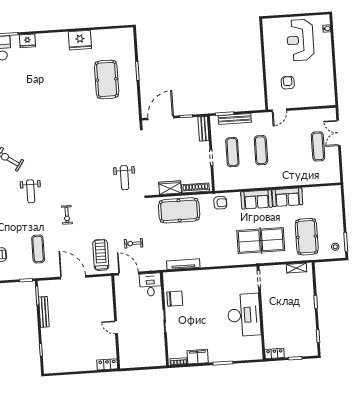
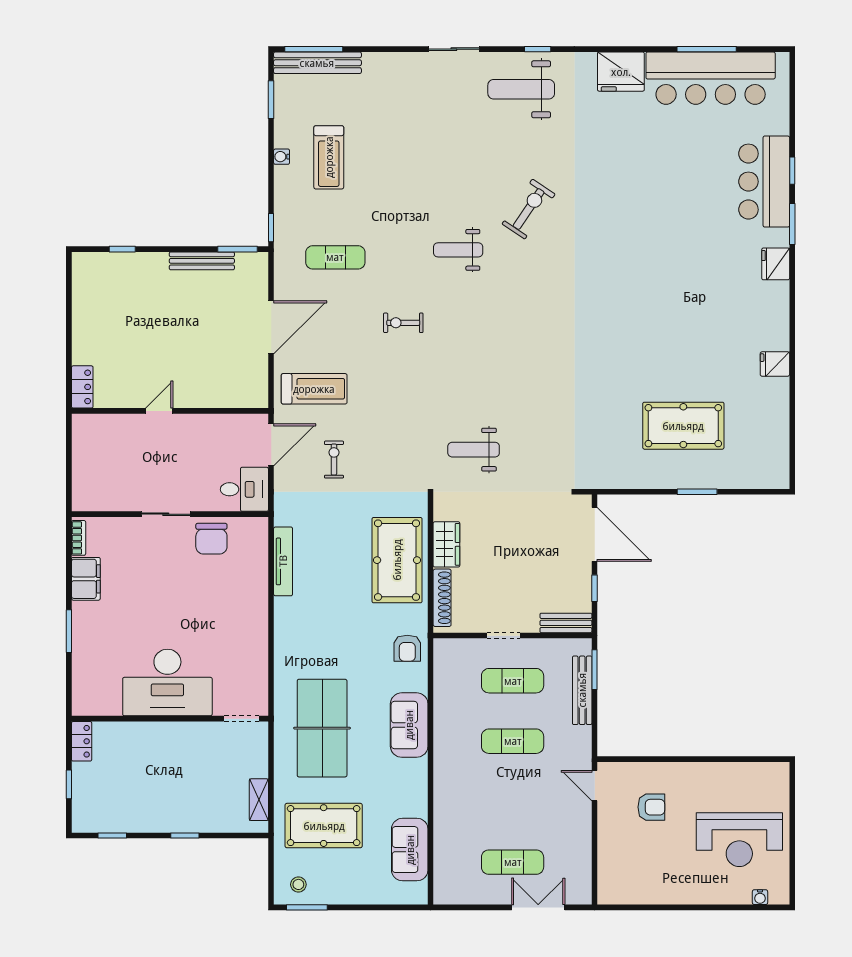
fridge: (80, 40) -> (775, 364), width x0.53, depth x0.75
reception desk: (300, 40) -> (739, 840), turned 180
sofa: (287, 197) -> (410, 850), moved

